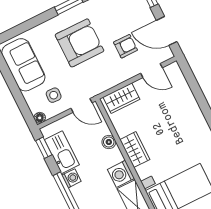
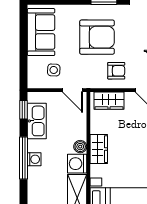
armchair: (126, 46) -> (116, 71), moved
floor lamp: (40, 118) -> (33, 83), removed
boiler: (109, 142) -> (80, 147), moved
washing machine: (72, 178) -> (34, 159), moved

